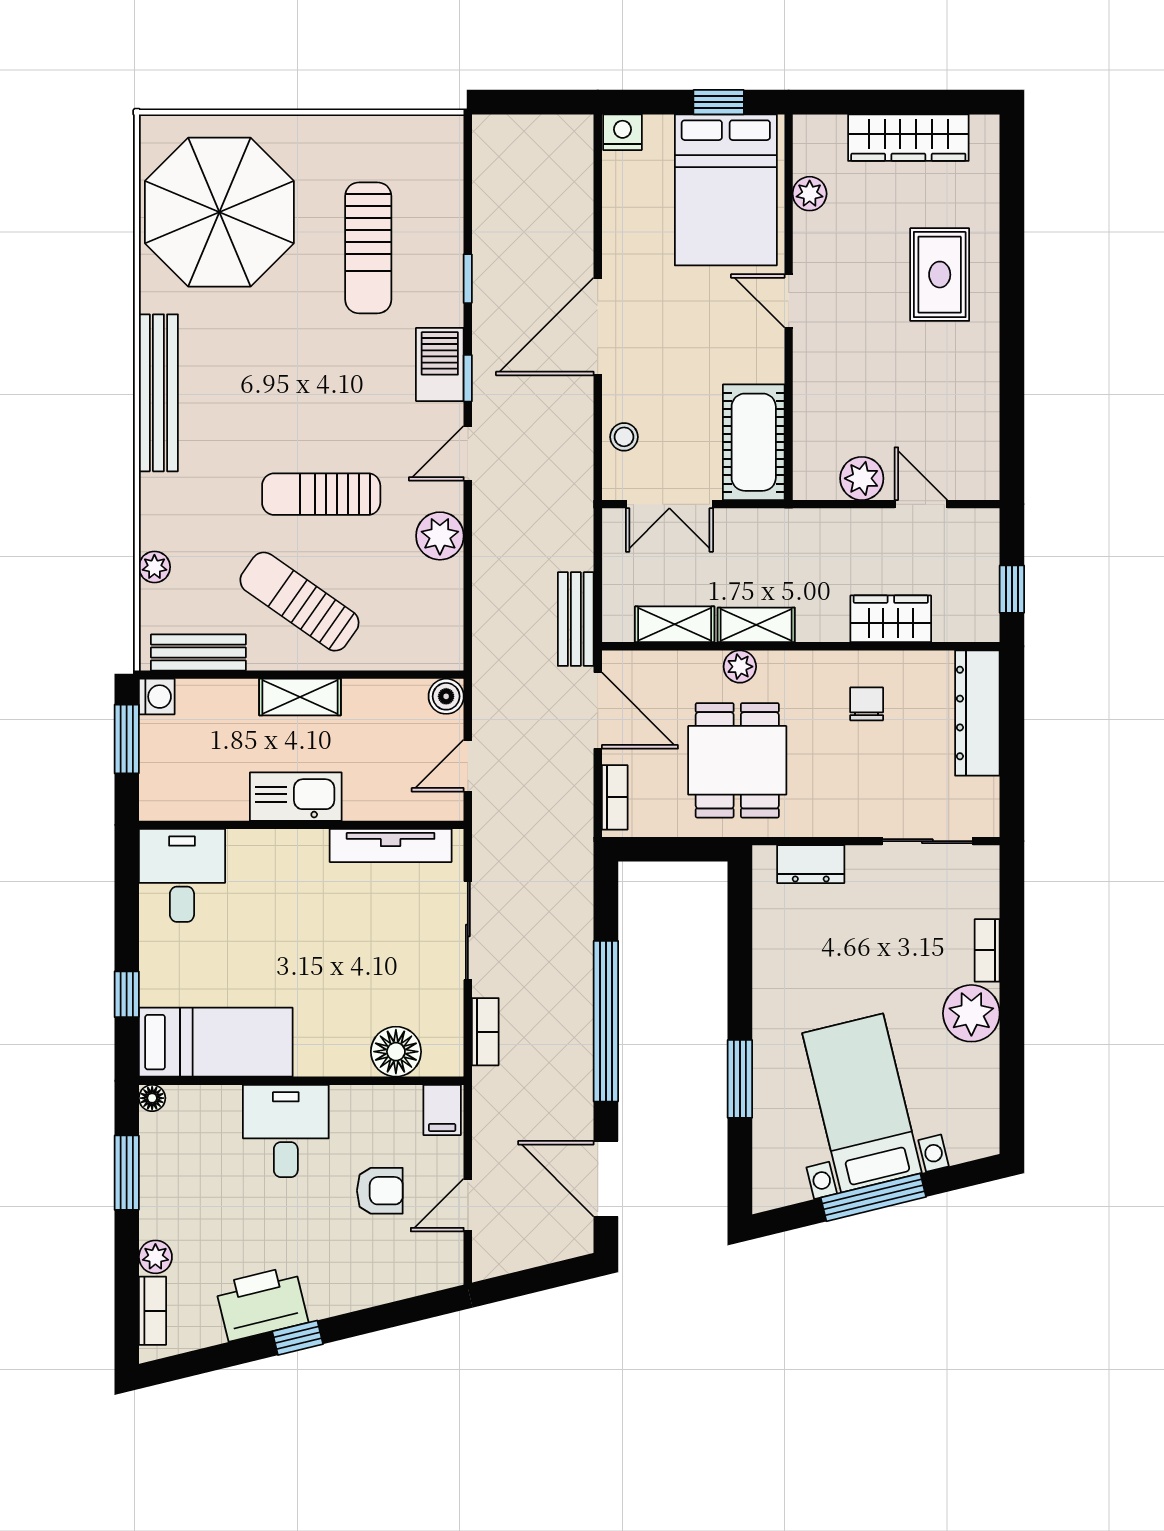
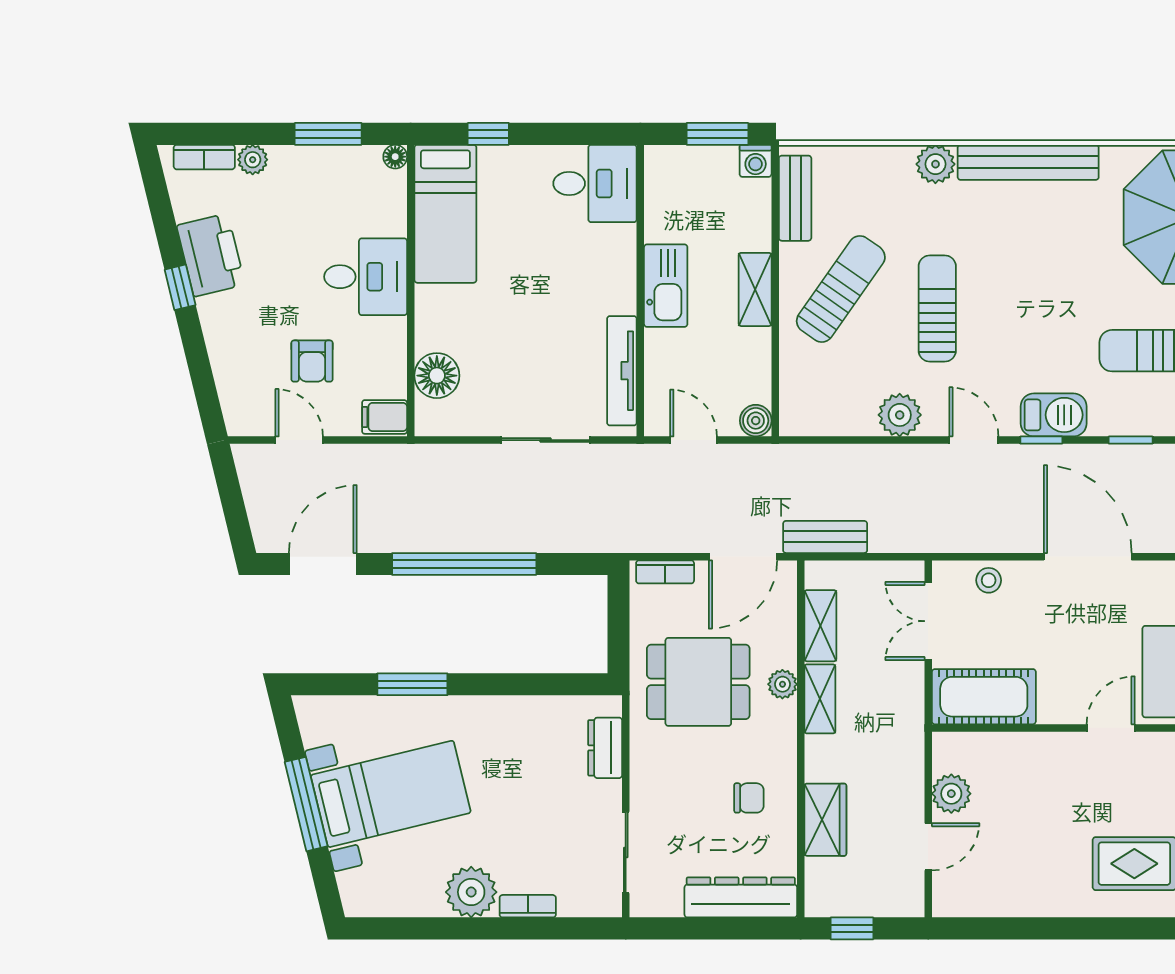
plant: (154, 567) -> (935, 164), moved, width x1.38, depth x1.38
bookcase: (485, 1032) -> (455, 456), removed

